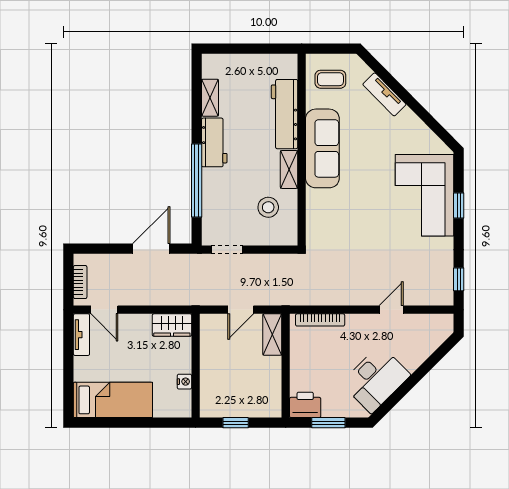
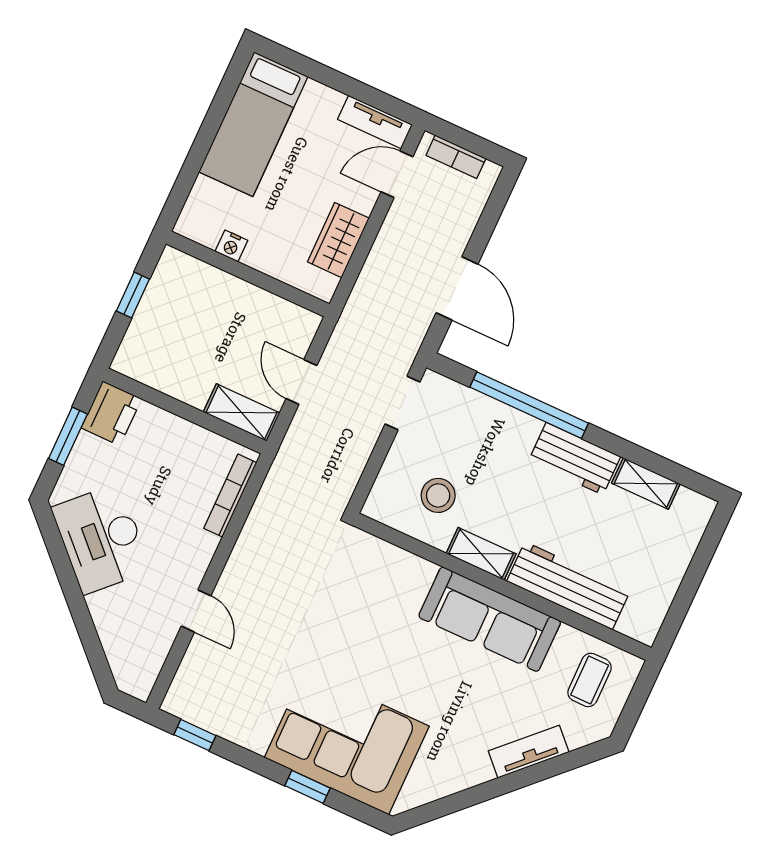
wardrobe: (172, 325) -> (338, 240), moved

